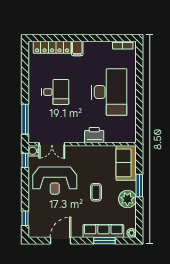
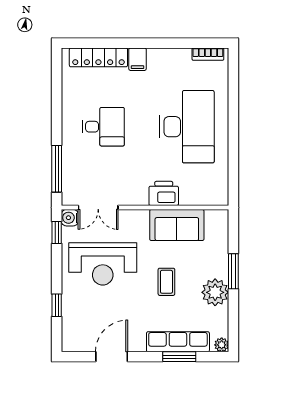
sofa: (126, 163) -> (177, 225), moved, turned -90
window: (25, 218) -> (57, 305), moved

